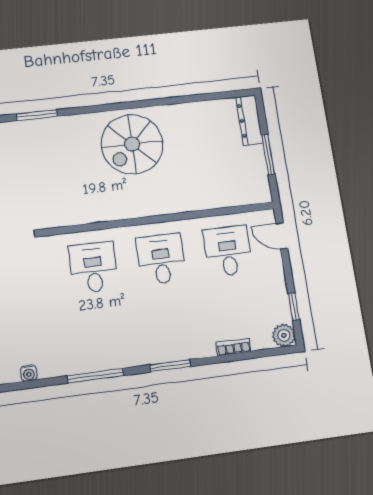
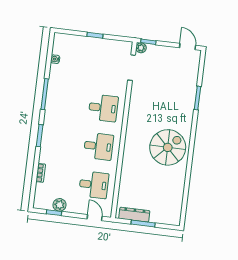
dresser: (249, 120) -> (134, 215), moved
spiral stairs: (132, 144) -> (168, 147), turned 90
door: (282, 236) -> (95, 218), hinge flipped
plant: (284, 335) -> (60, 205), moved

